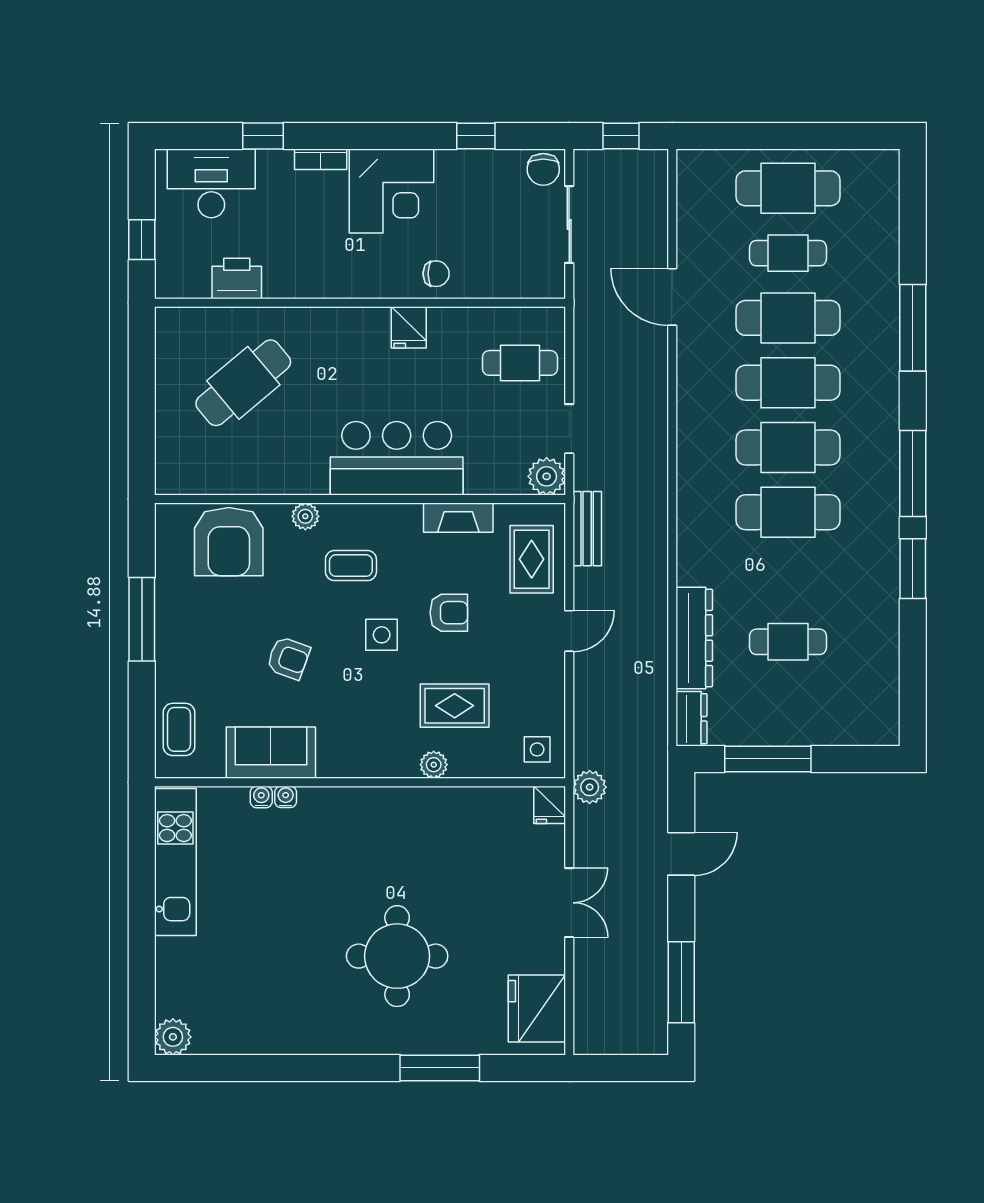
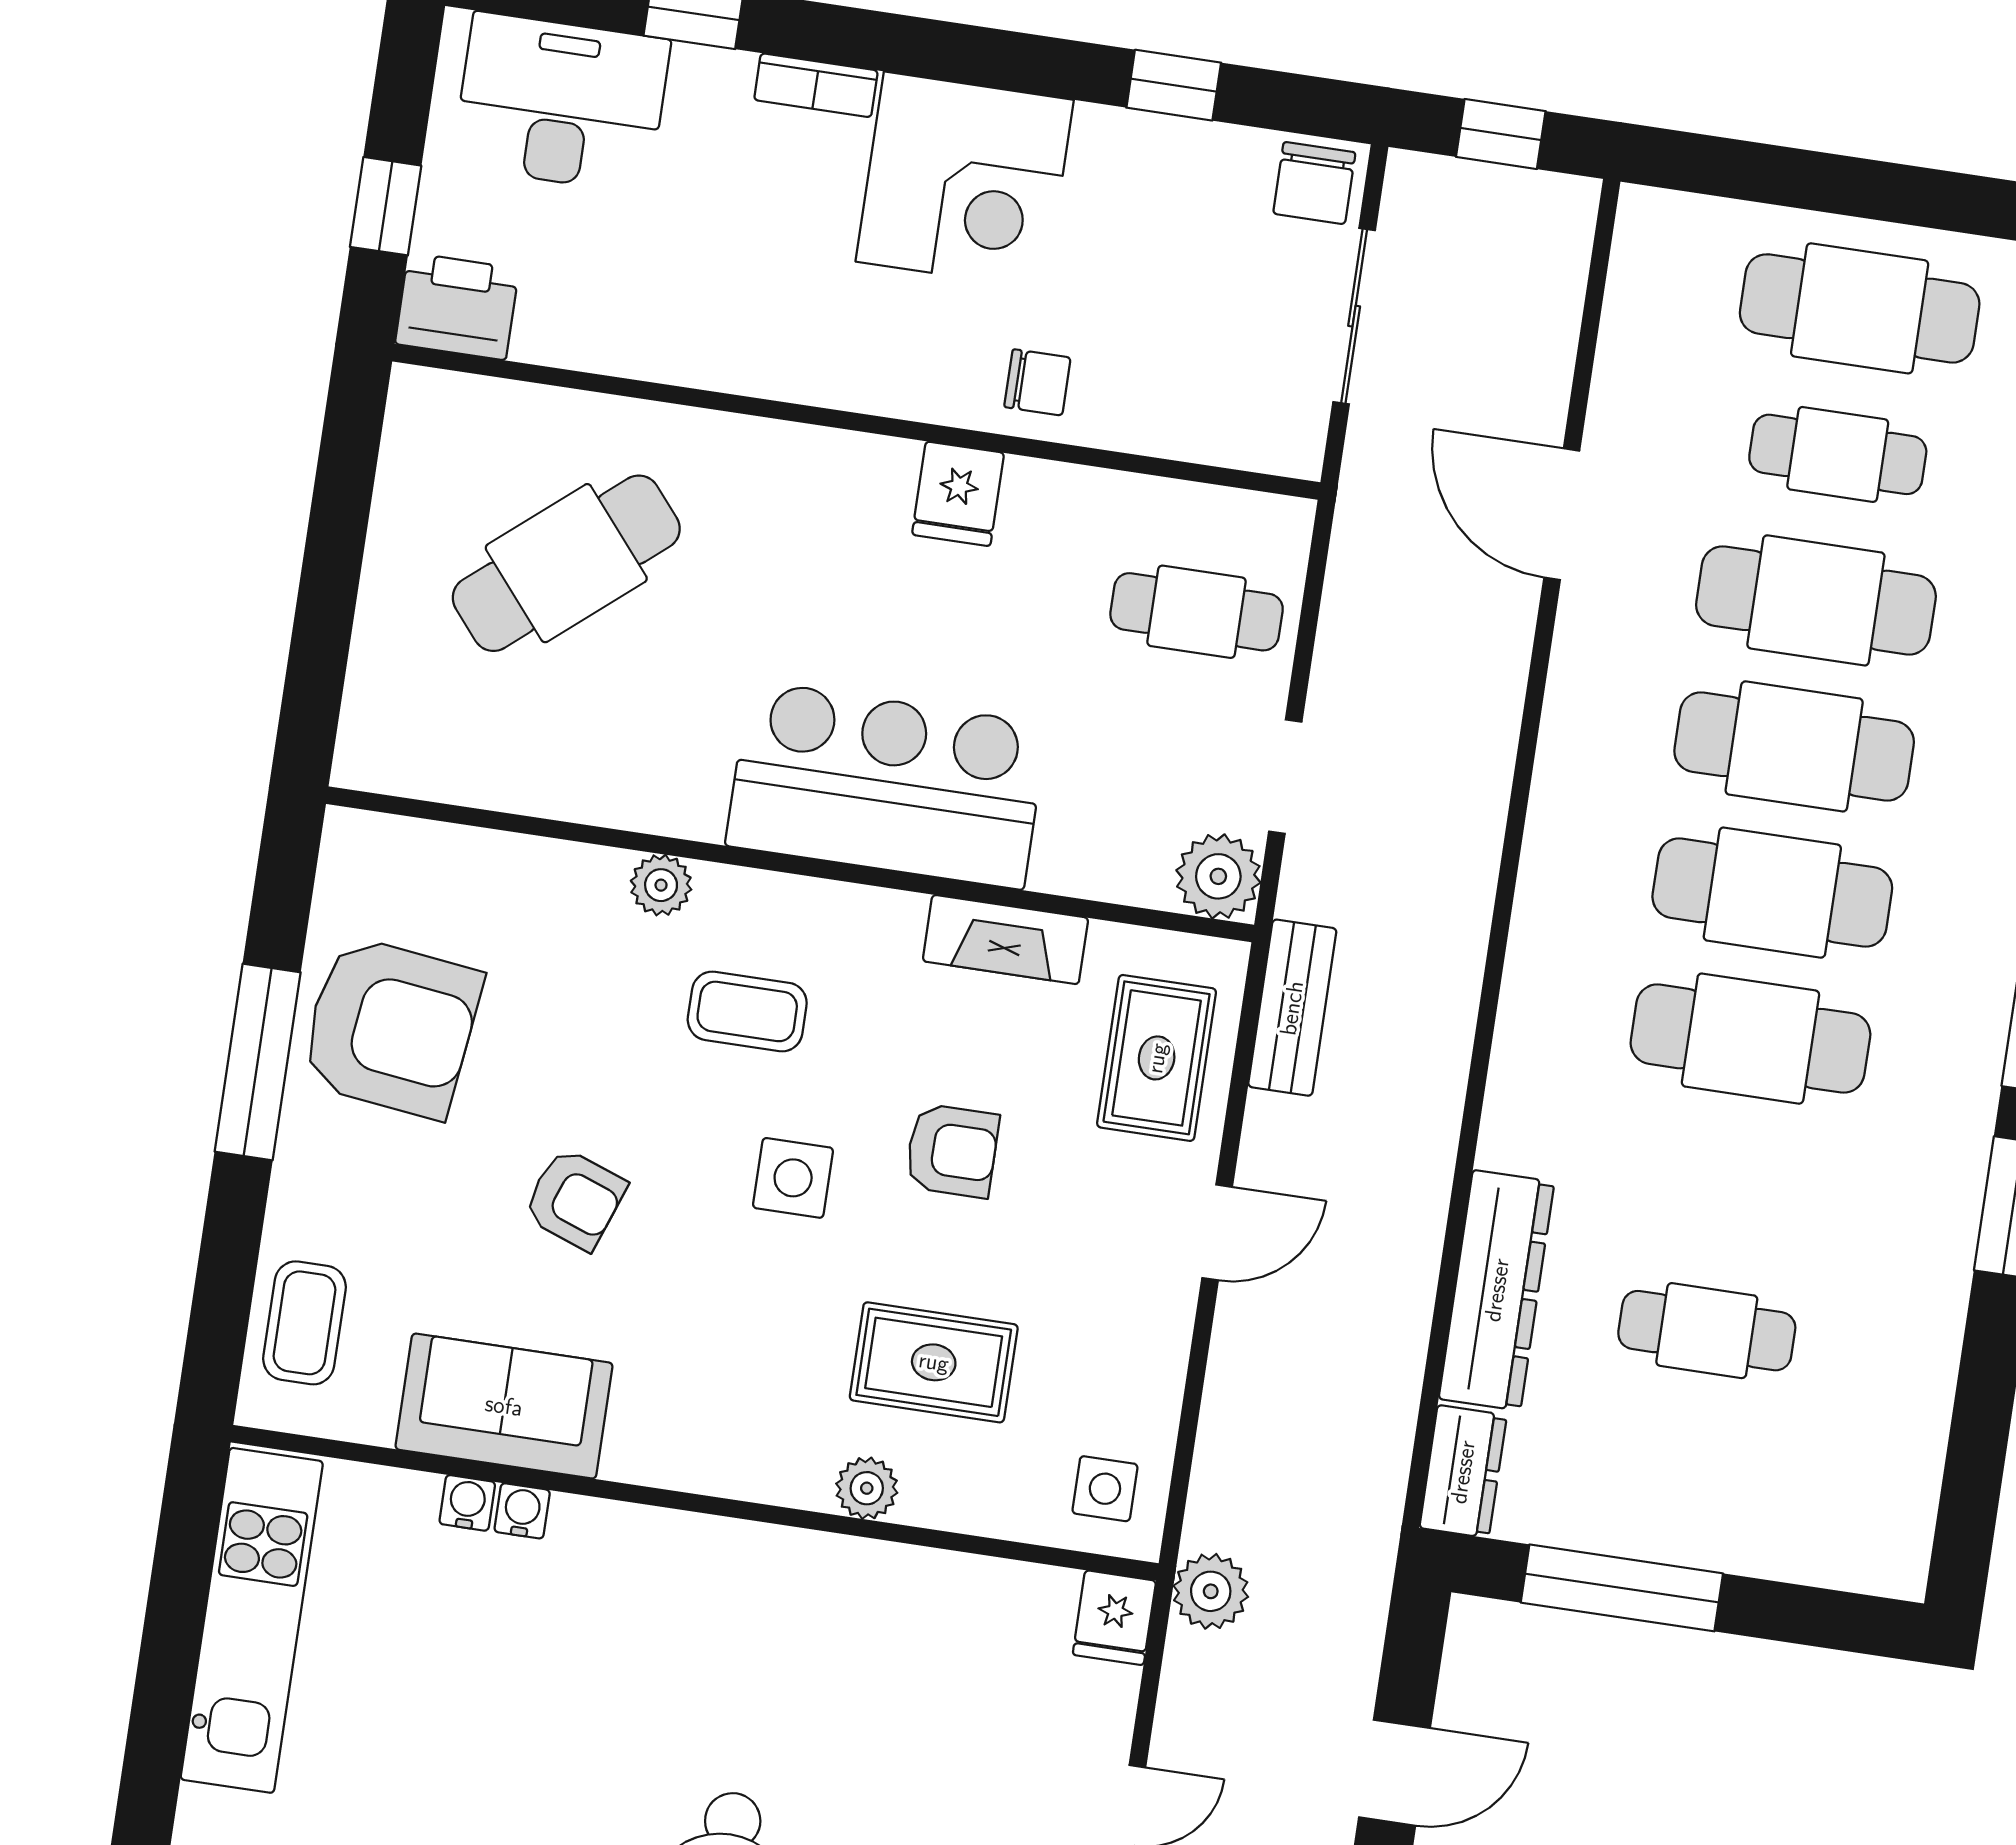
printer: (237, 278) -> (457, 306), moved
armchair: (229, 542) -> (391, 1027), moved, turned -83

